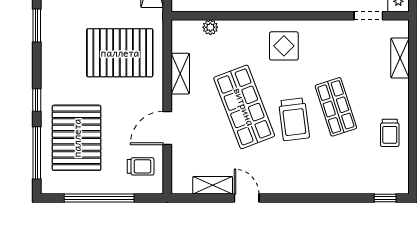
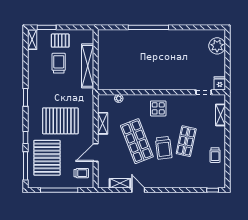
pallet: (120, 53) -> (60, 121), moved
shop shelf: (336, 107) -> (186, 141), turned 30

